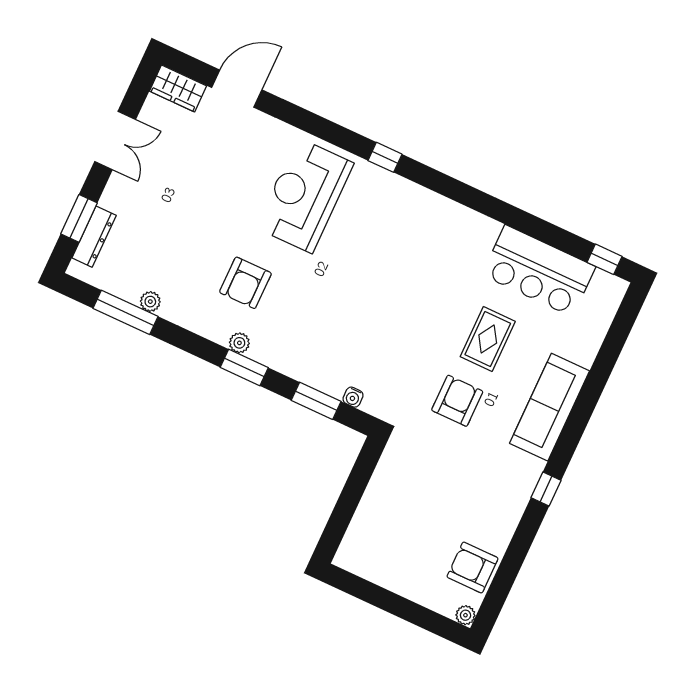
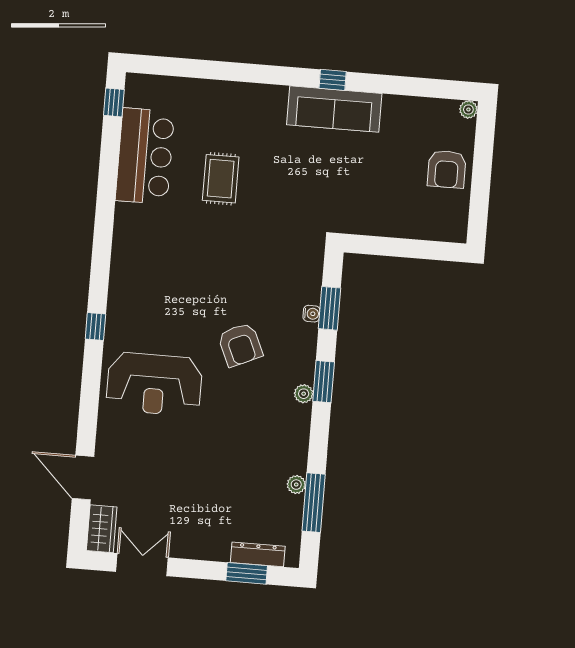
double door: (115, 140) -> (142, 565), moved
armchair: (245, 283) -> (240, 345), moved, turned 66
rug: (488, 339) -> (221, 179), turned 90
water cooler: (353, 397) -> (312, 314), moved
armchair: (457, 401) -> (284, 185), removed
sofa: (550, 407) -> (334, 109), moved
armchair: (473, 568) -> (447, 169), moved

